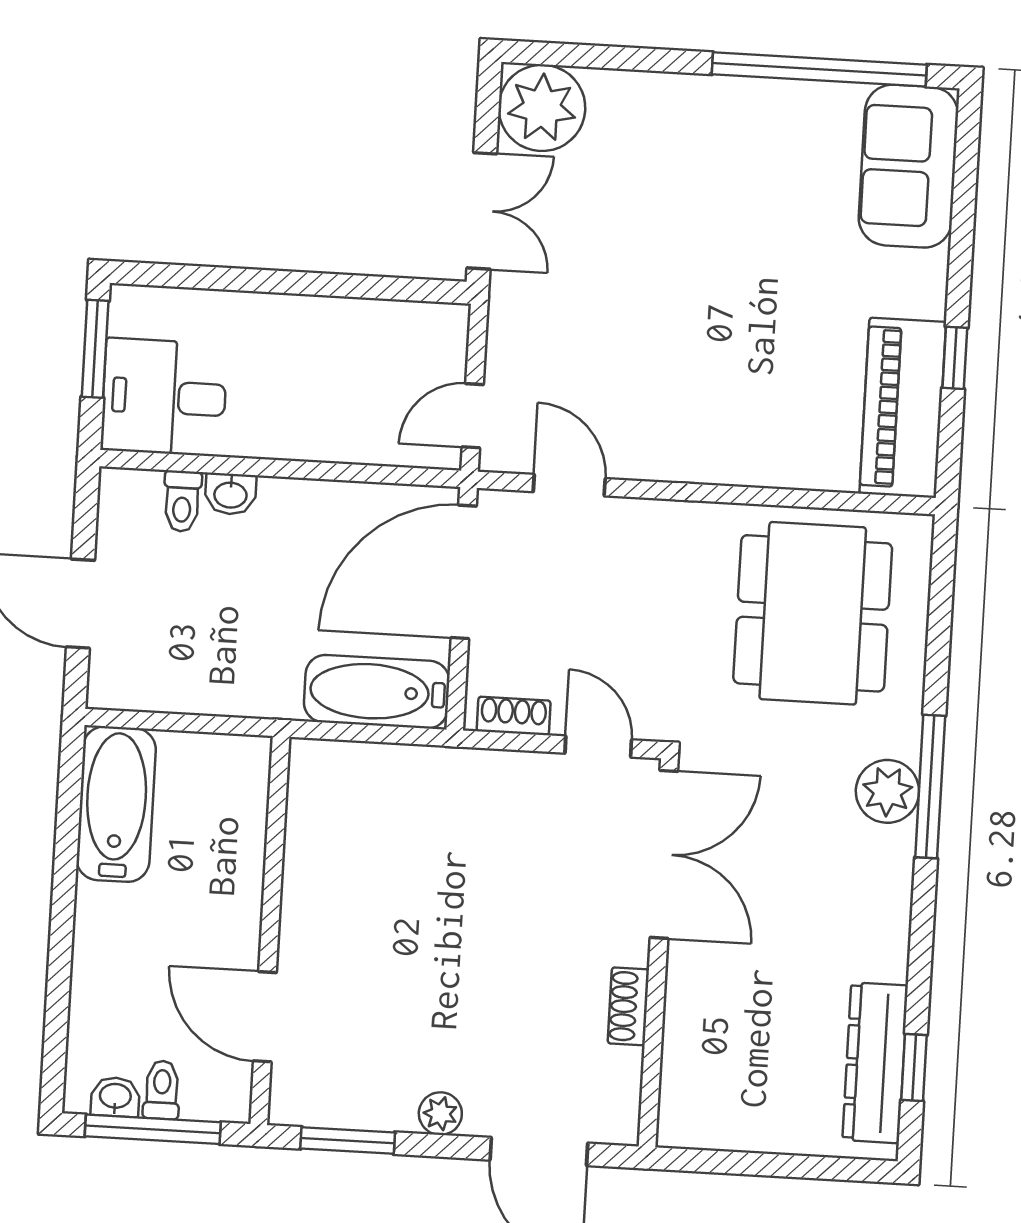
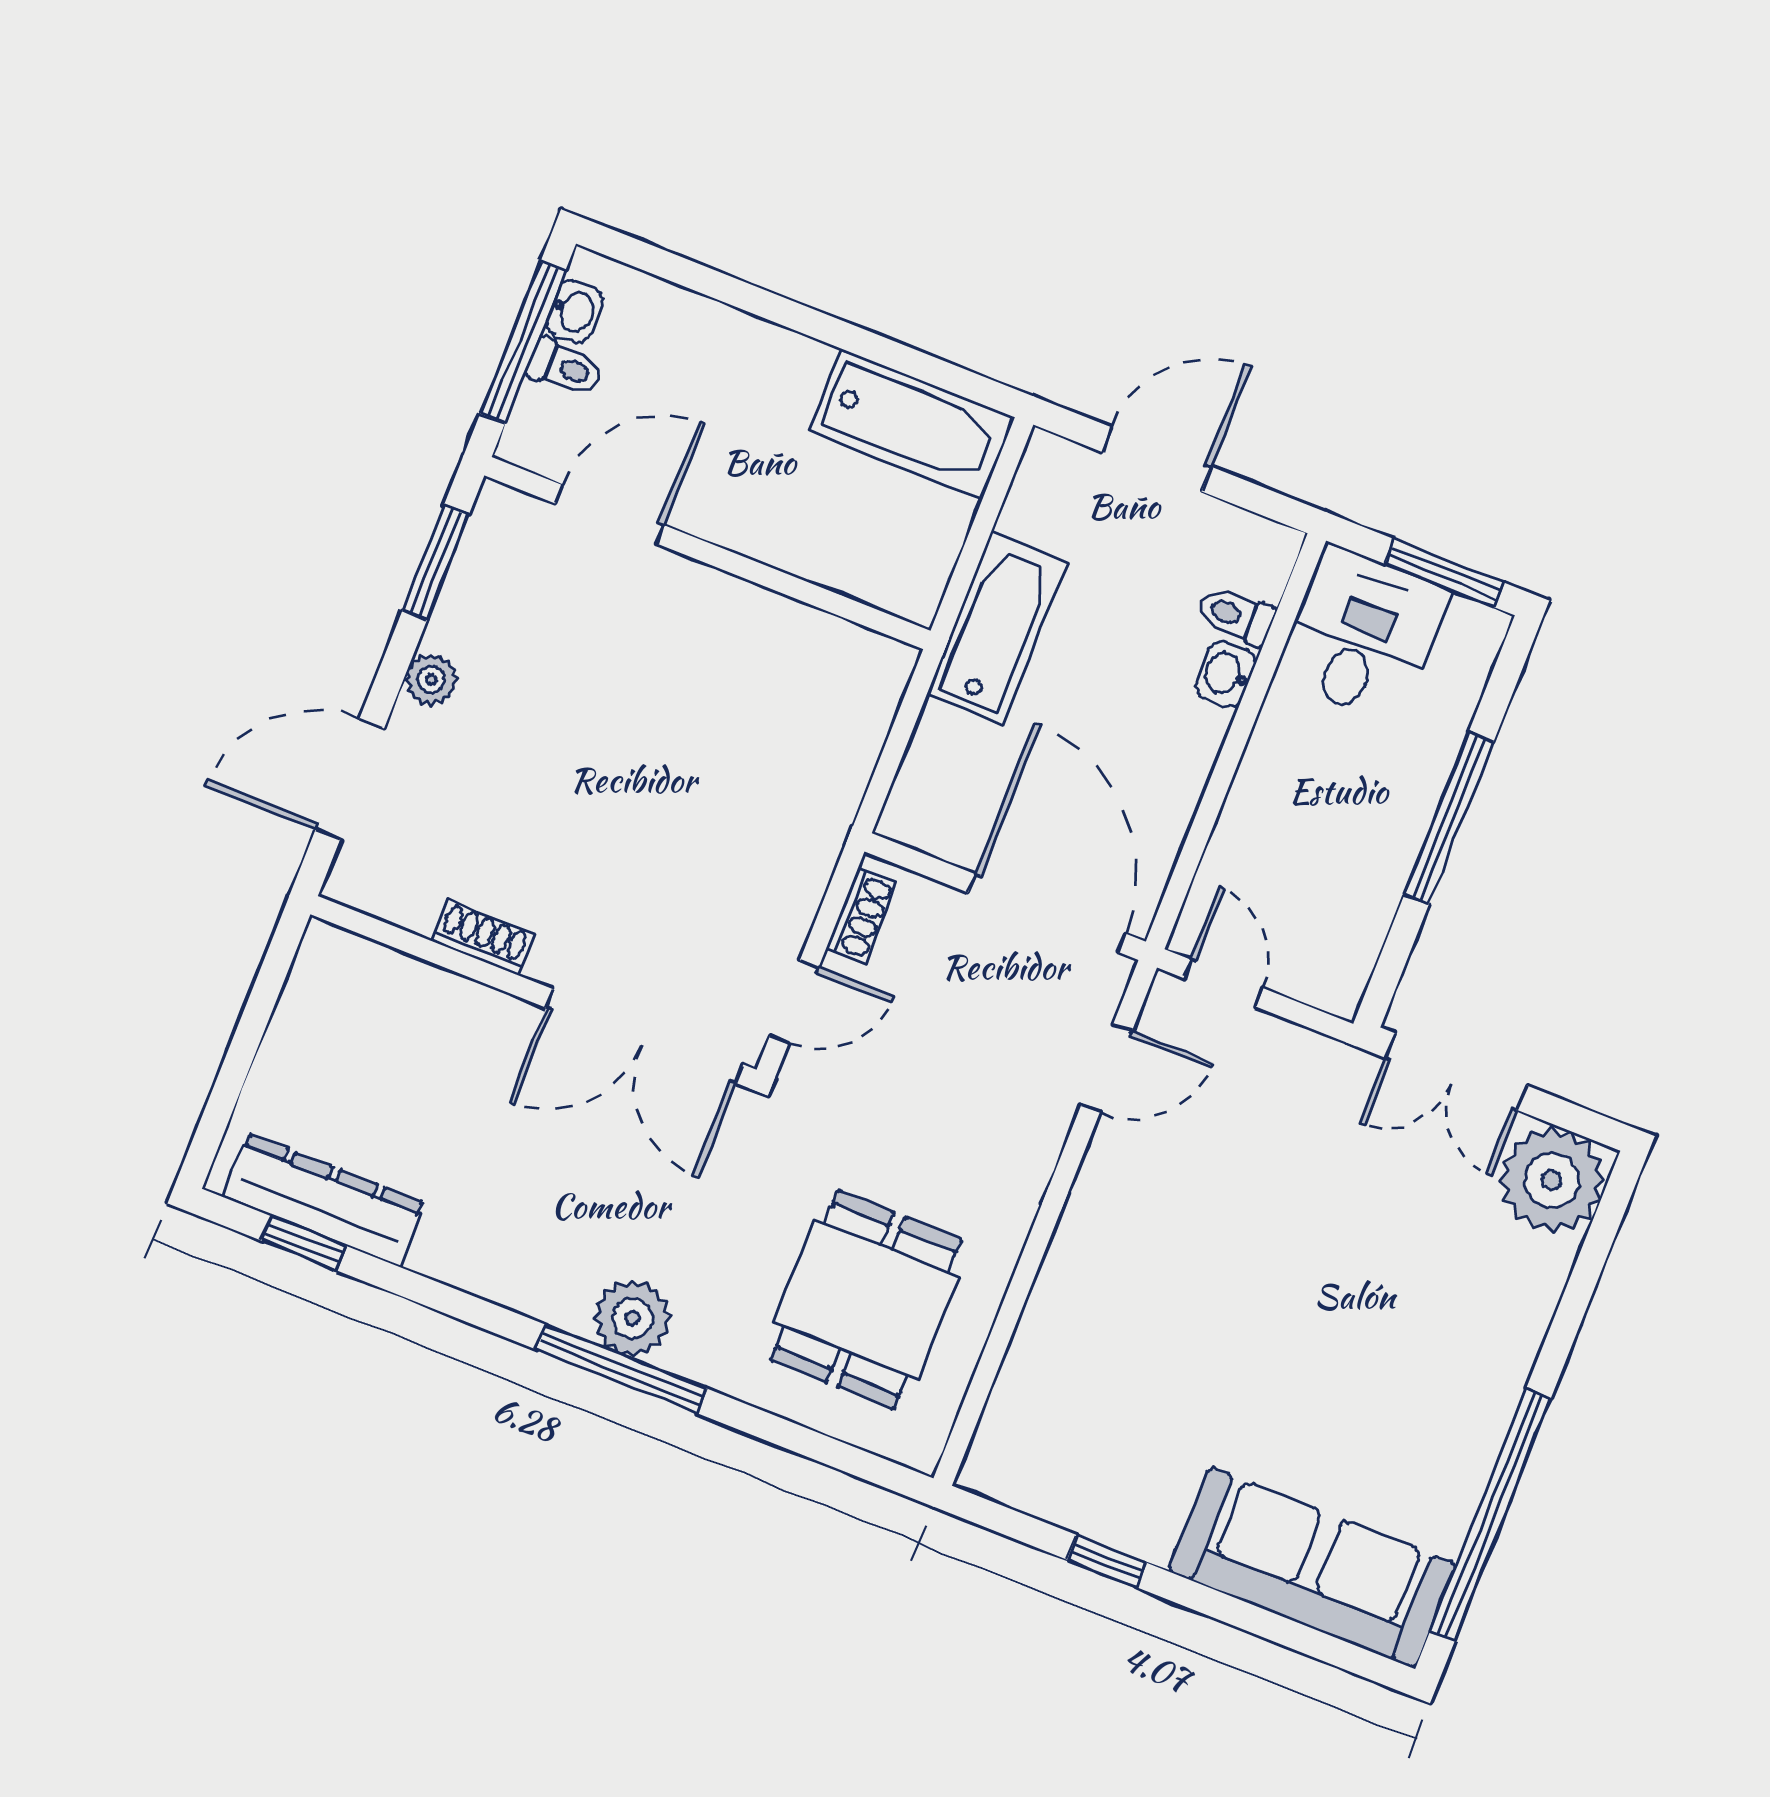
sofa: (908, 166) -> (1312, 1568), width x1.36
window: (286, 282) -> (1449, 818), added
piano: (903, 408) -> (1069, 1482), removed
dining table: (813, 613) -> (866, 1300), width x0.73
bathtub: (377, 692) -> (997, 628), moved

